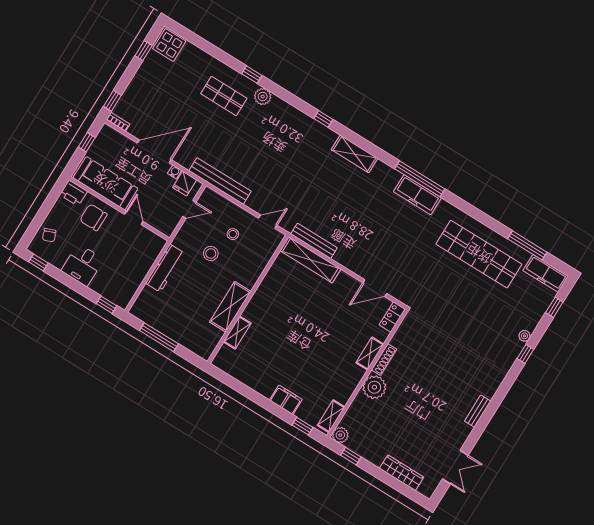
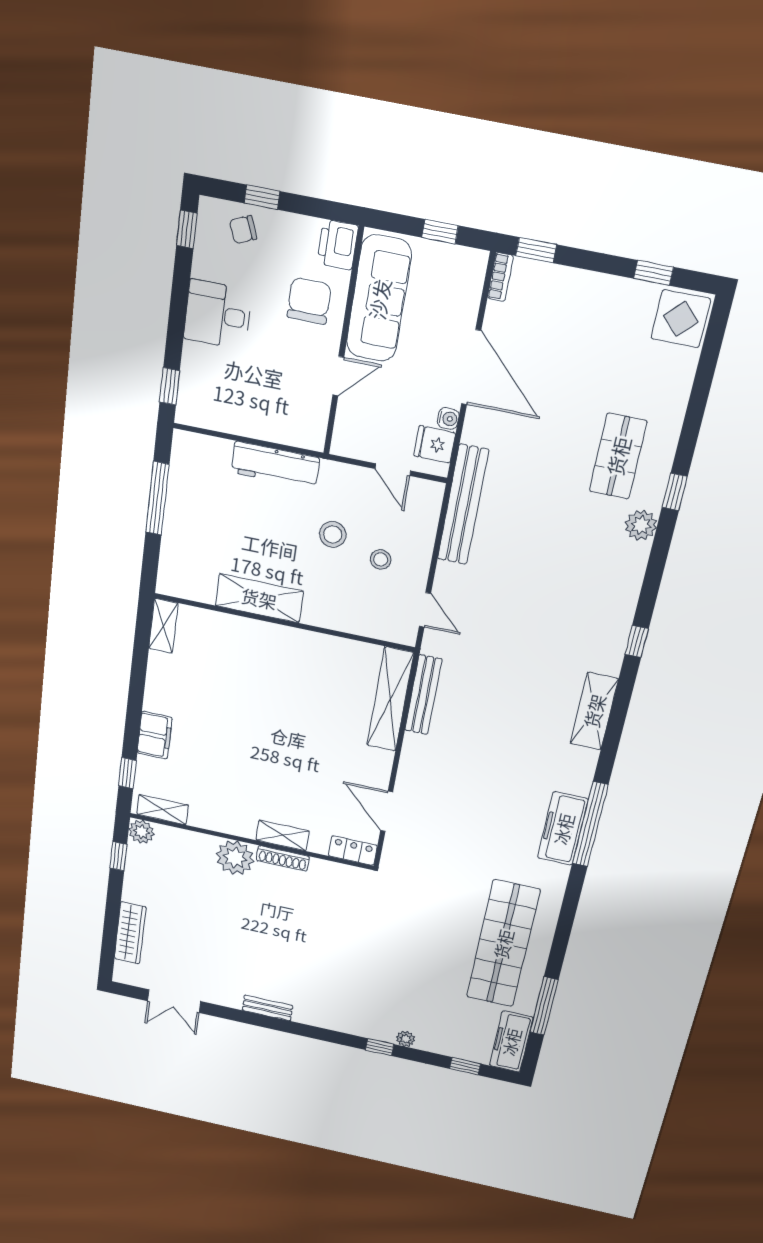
window: (39, 220) -> (262, 197), added
shelving: (237, 333) -> (163, 626), moved, turned 90

